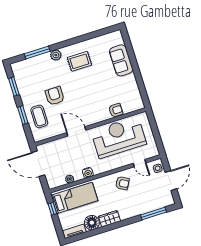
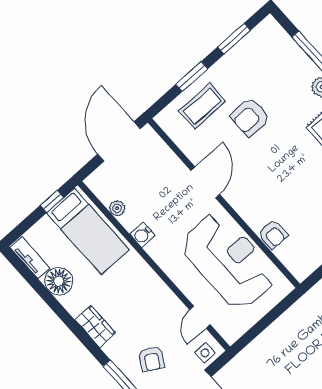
armchair: (55, 96) -> (250, 117), turned 180
armchair: (122, 183) -> (152, 359), moved
wardrobe: (109, 219) -> (95, 326), moved

